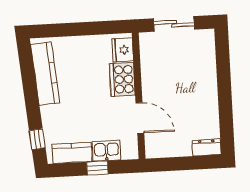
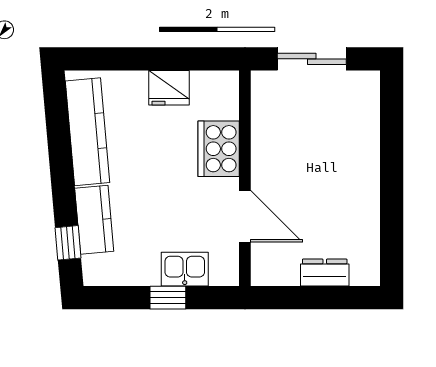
fridge: (123, 50) -> (169, 88), moved, turned -90
dresser: (207, 147) -> (325, 272), moved
kitchen counter: (72, 153) -> (94, 220), moved, turned 85

